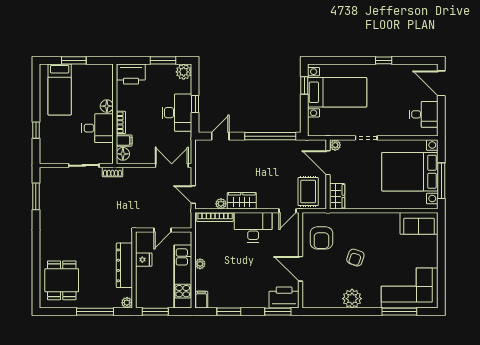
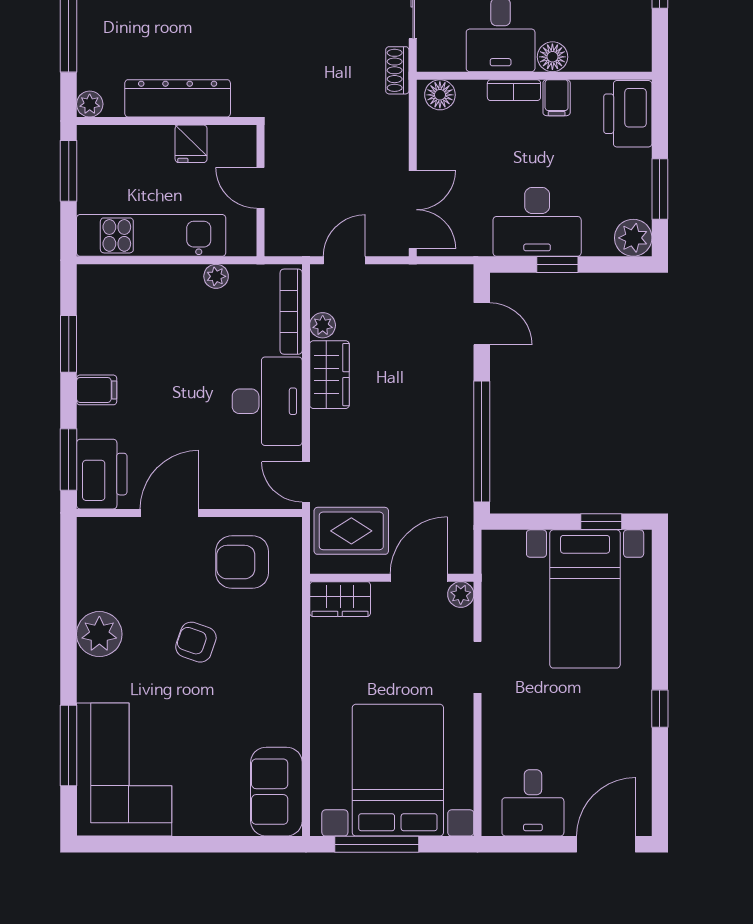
filing cabinet: (124, 141) -> (557, 98), moved
plant: (200, 264) -> (216, 276), moved
filing cabinet: (201, 300) -> (97, 390), moved

